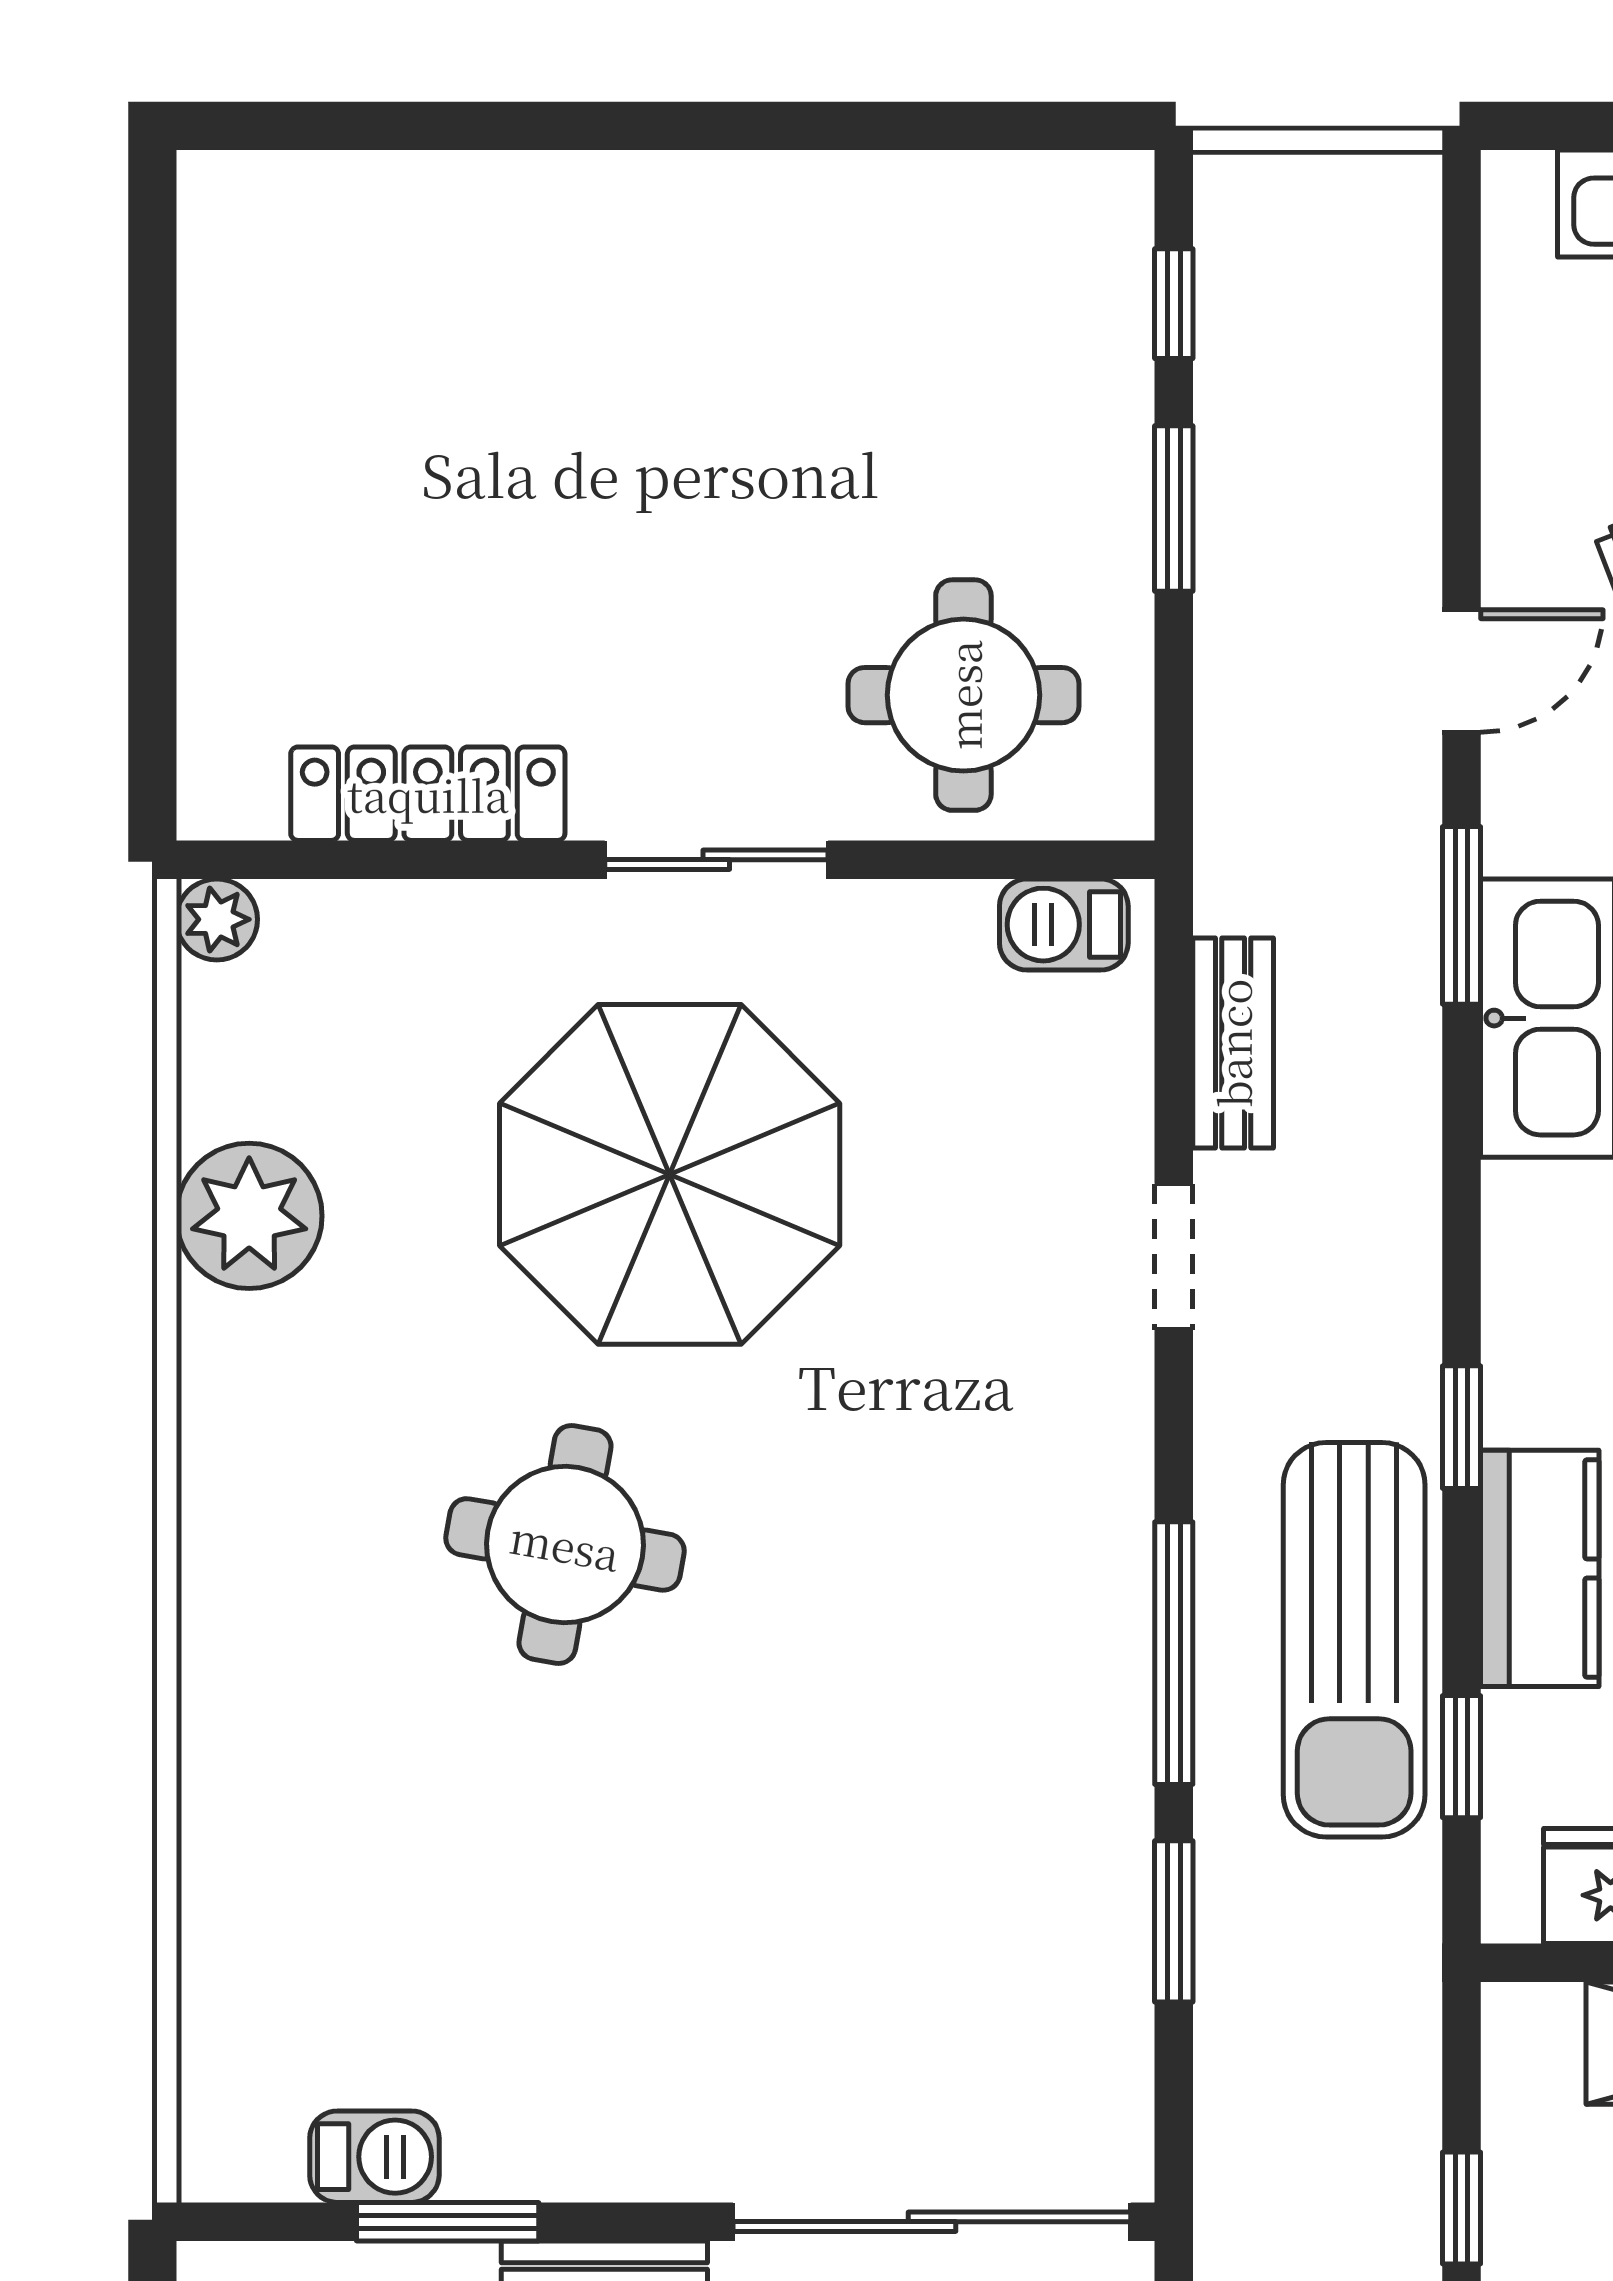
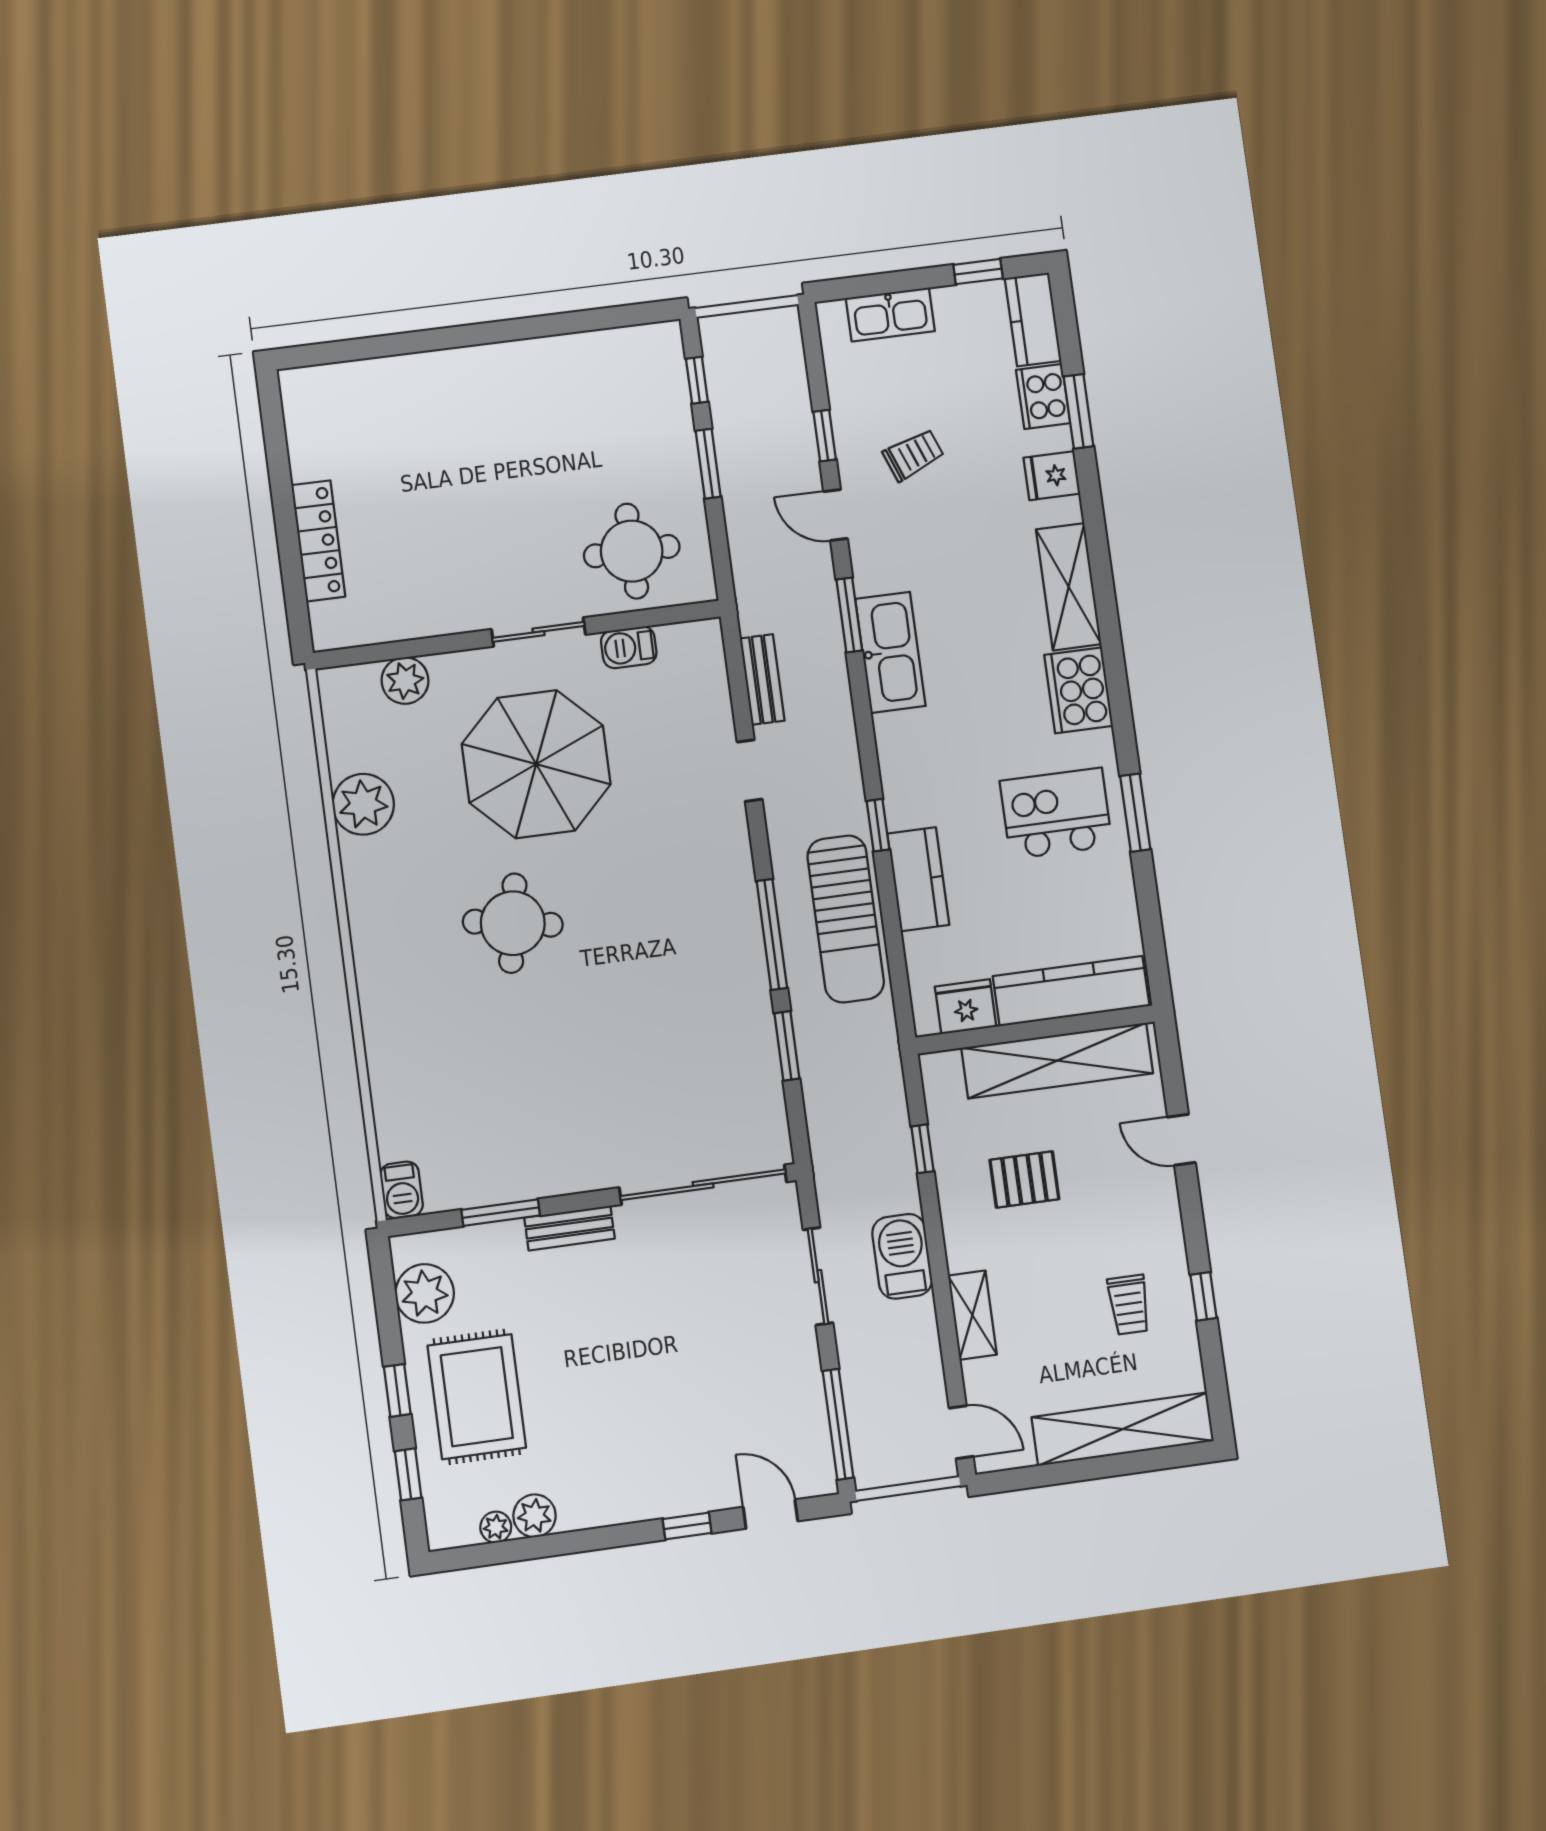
door: (1462, 671) -> (836, 515), swing flipped
locker: (428, 794) -> (318, 541), moved, turned 90
plant: (217, 919) -> (405, 681), moved, width x1.38, depth x1.38
barbecue: (1064, 925) -> (629, 647), moved
window: (1462, 1757) -> (825, 436), moved
barbecue: (374, 2157) -> (401, 1190), moved, turned 90

